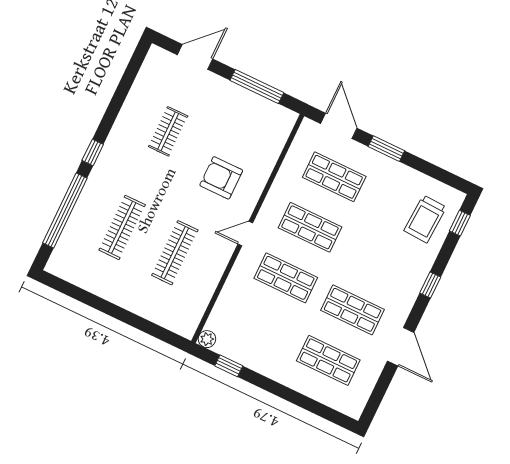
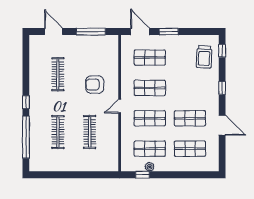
door: (195, 57) -> (54, 32), hinge flipped
clothes rail: (168, 131) -> (58, 74), width x1.36
shop shelf: (262, 328) -> (150, 149), added
plant: (207, 339) -> (150, 167), moved

